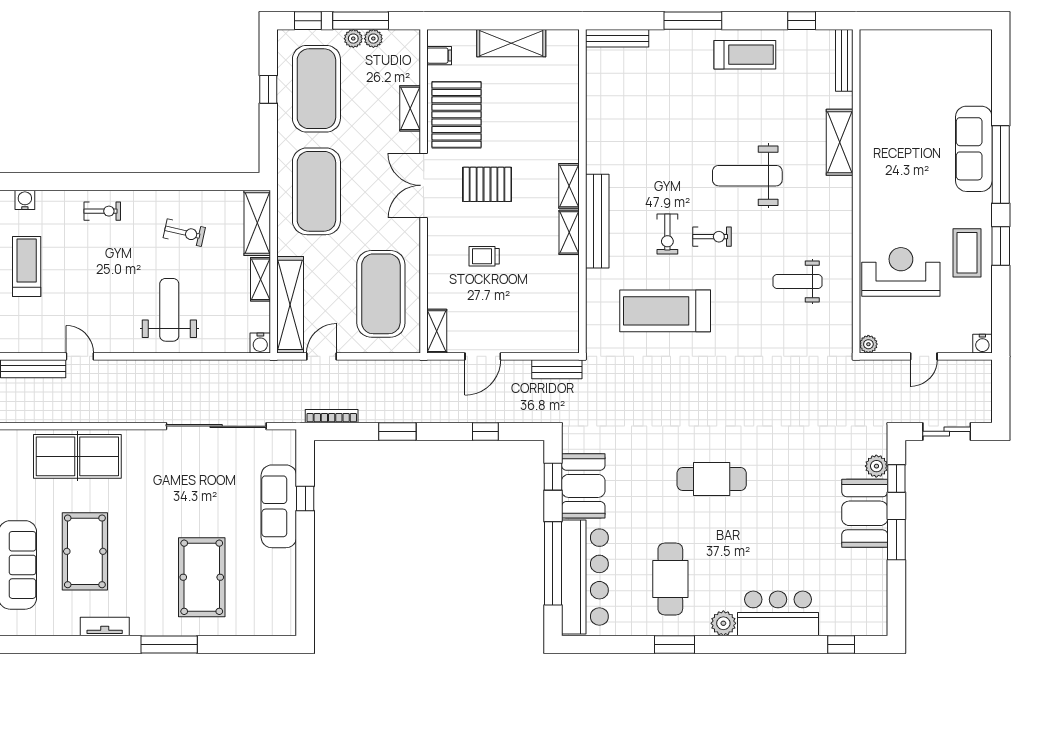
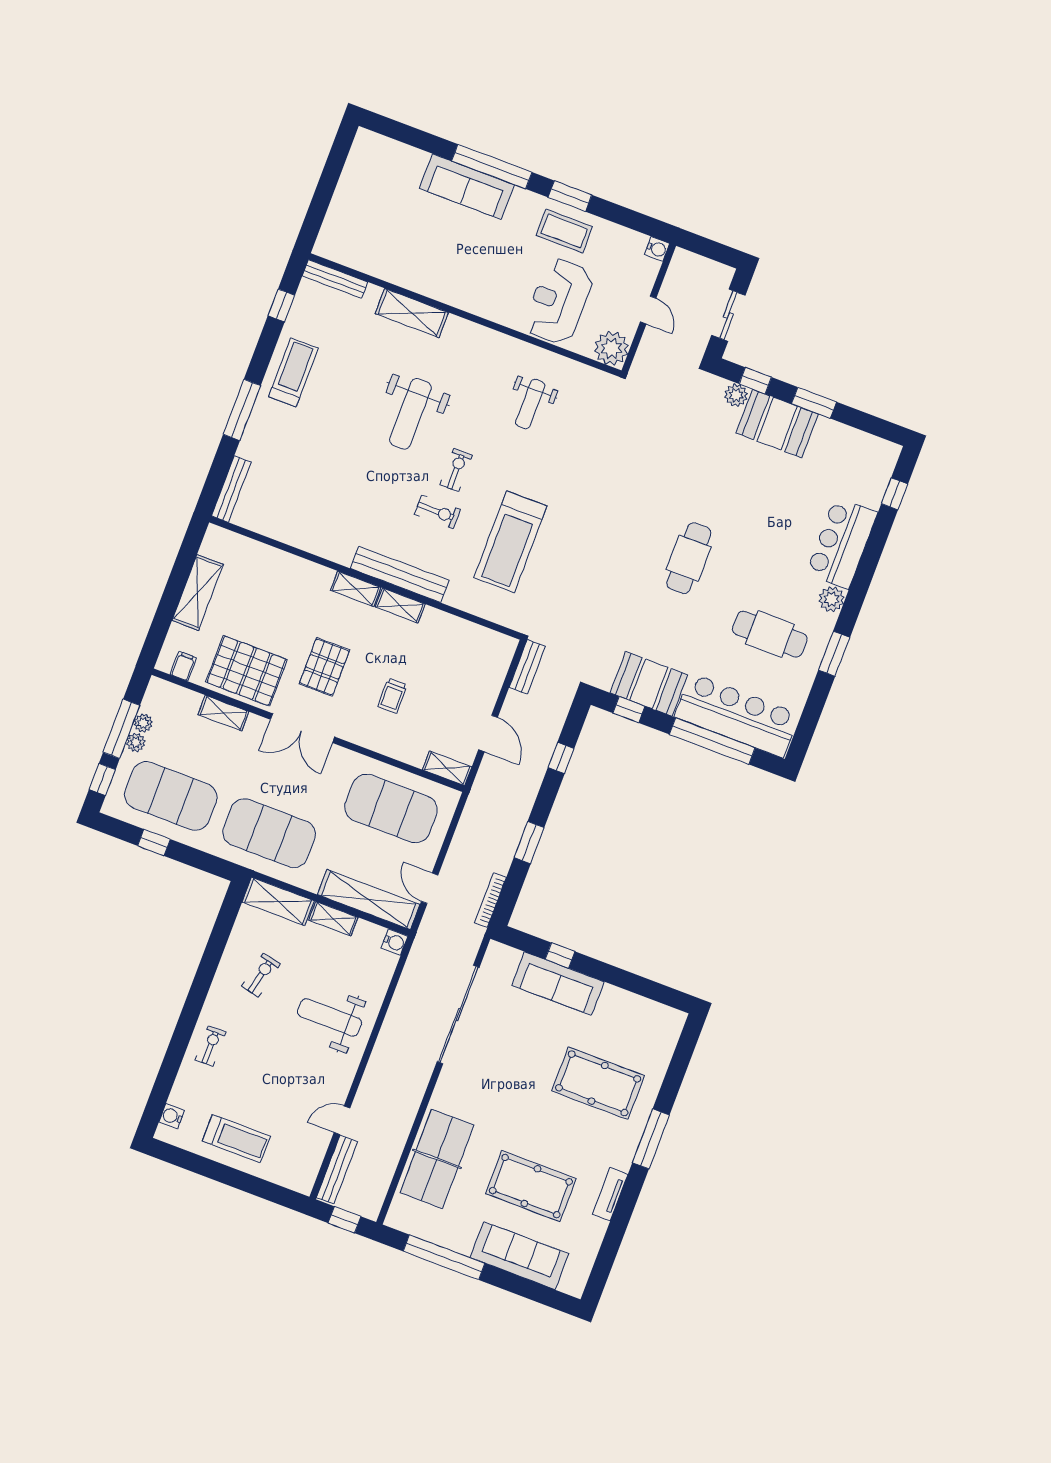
treadmill: (27, 267) -> (236, 1139), turned 180
plant: (868, 344) -> (612, 348), width x1.87, depth x1.87

